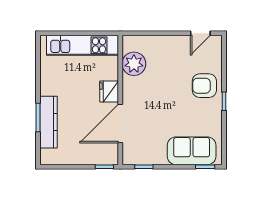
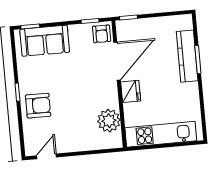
armchair: (133, 153) -> (102, 34), added

